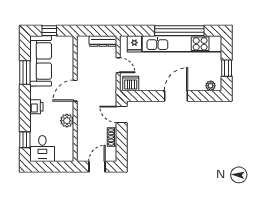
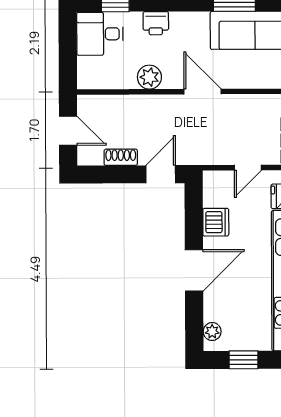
dishwasher: (131, 83) -> (216, 222), moved
door: (176, 96) -> (194, 270), hinge flipped
printer: (36, 107) -> (156, 23), moved

